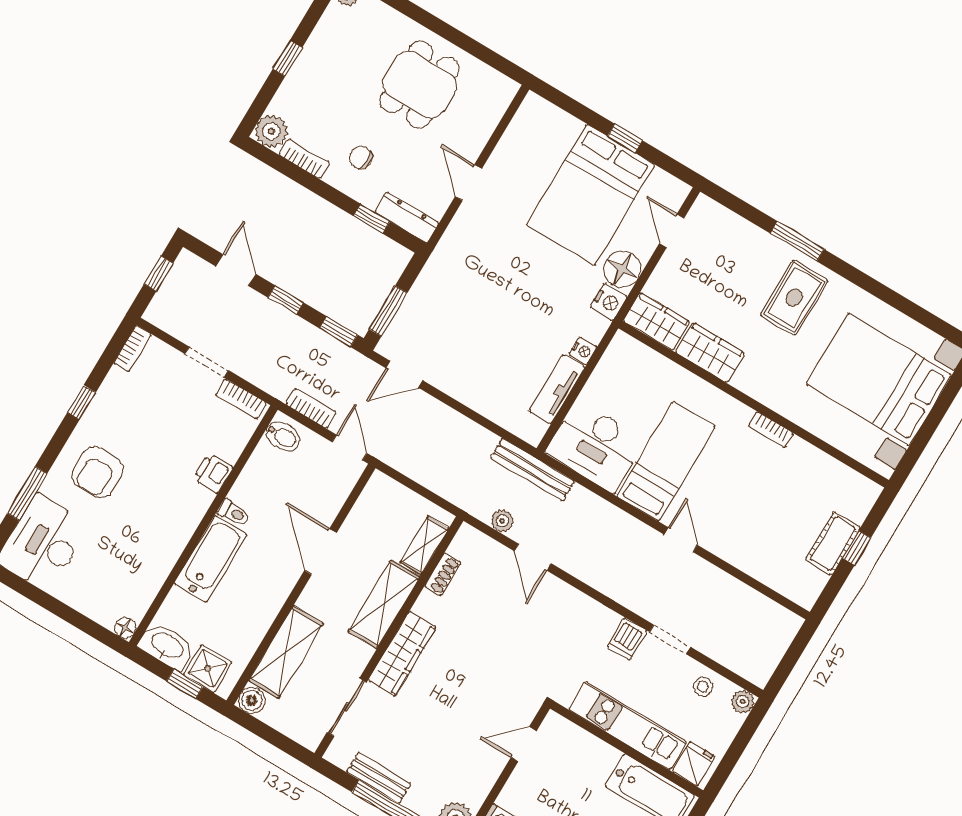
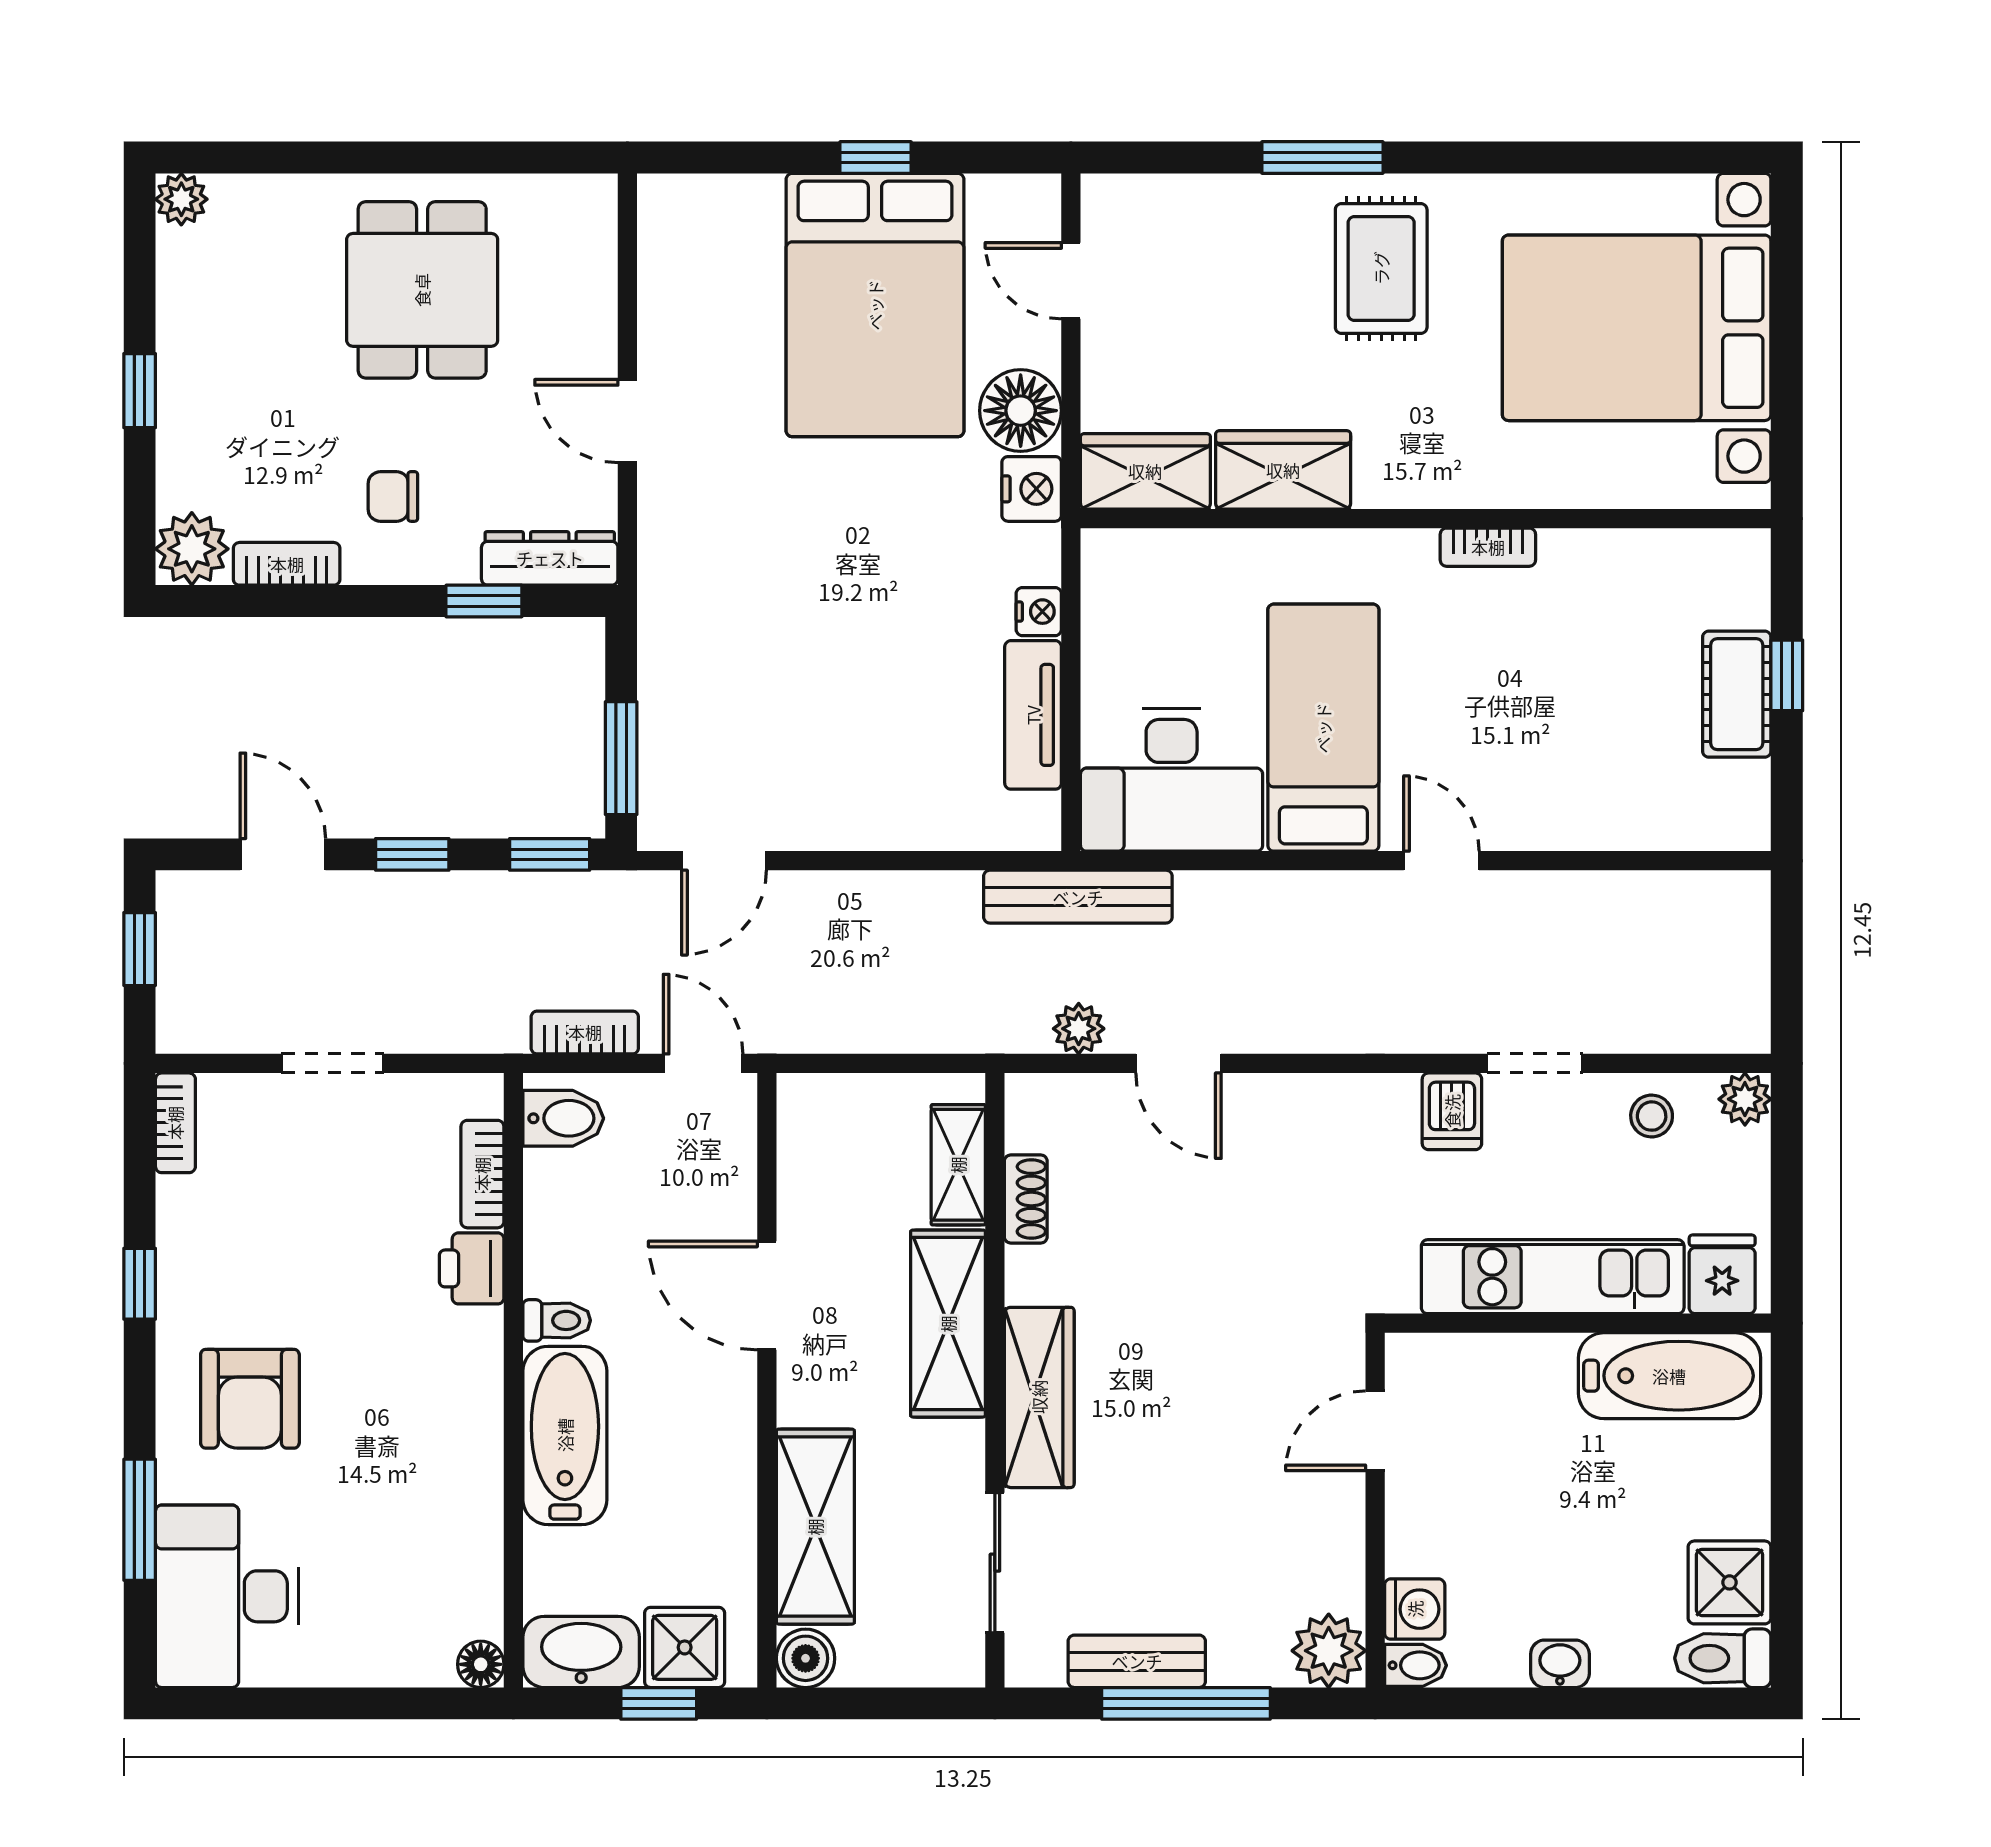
bookcase: (241, 399) -> (482, 1174), moved, turned 90

